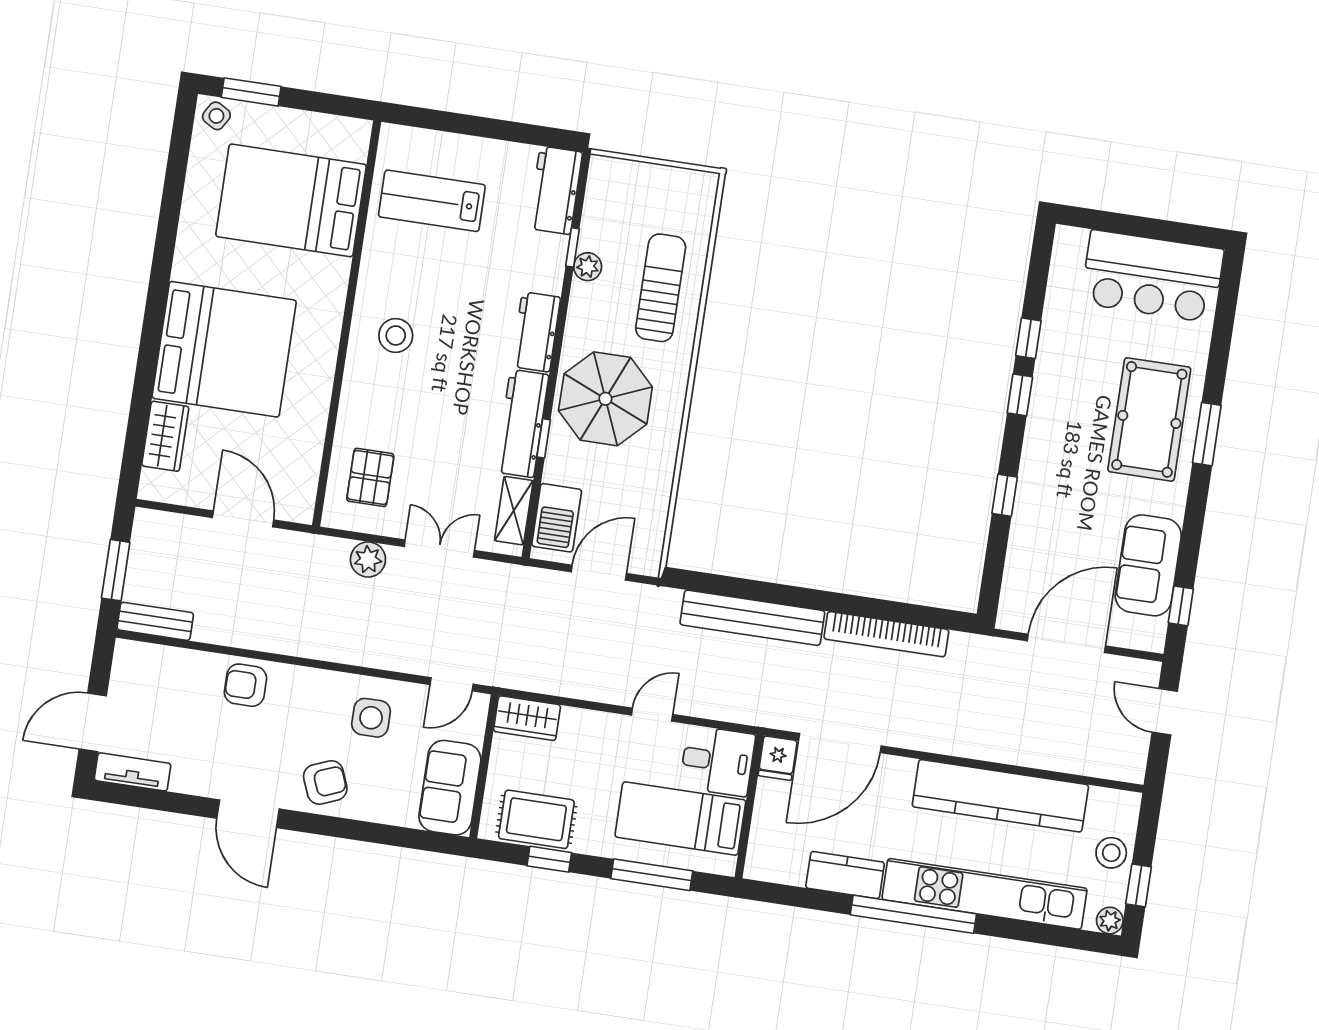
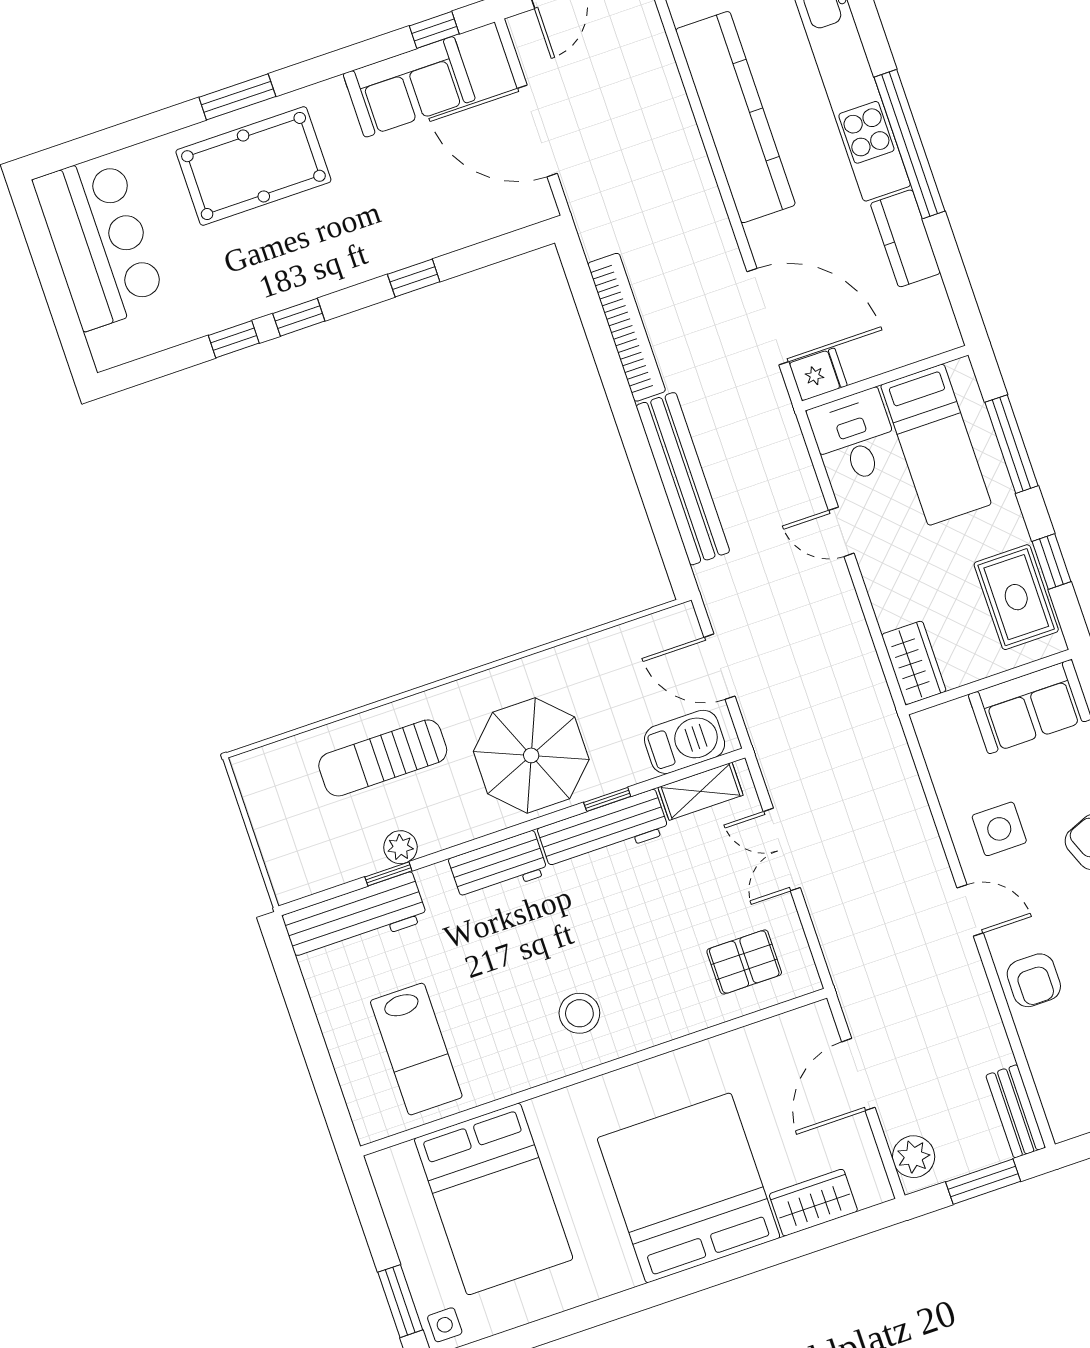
side table: (216, 116) -> (445, 1325), turned -30
workbench: (555, 190) -> (355, 918), width x1.38
plant: (368, 559) -> (914, 1157), moved
door: (452, 684) -> (970, 910), moved

